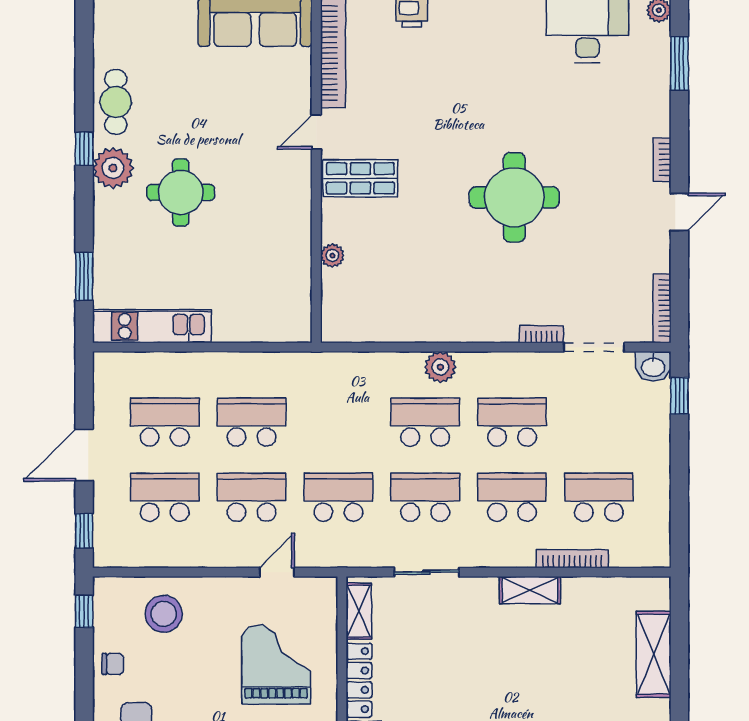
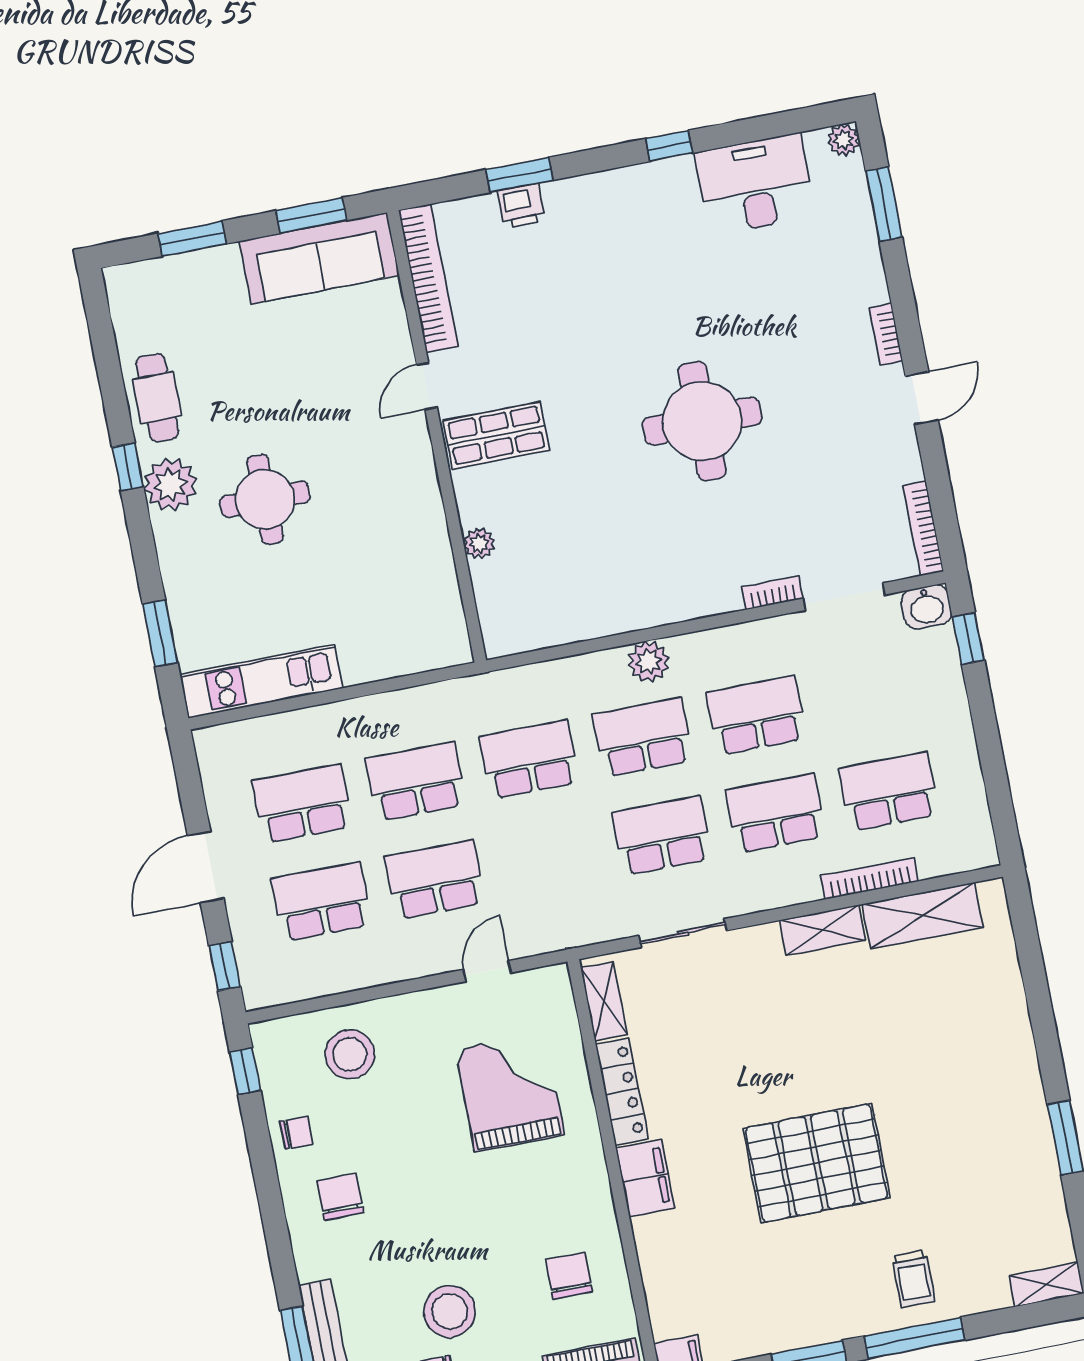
school desk: (338, 497) -> (529, 759), moved
shelving: (654, 654) -> (922, 916), moved, turned 90

